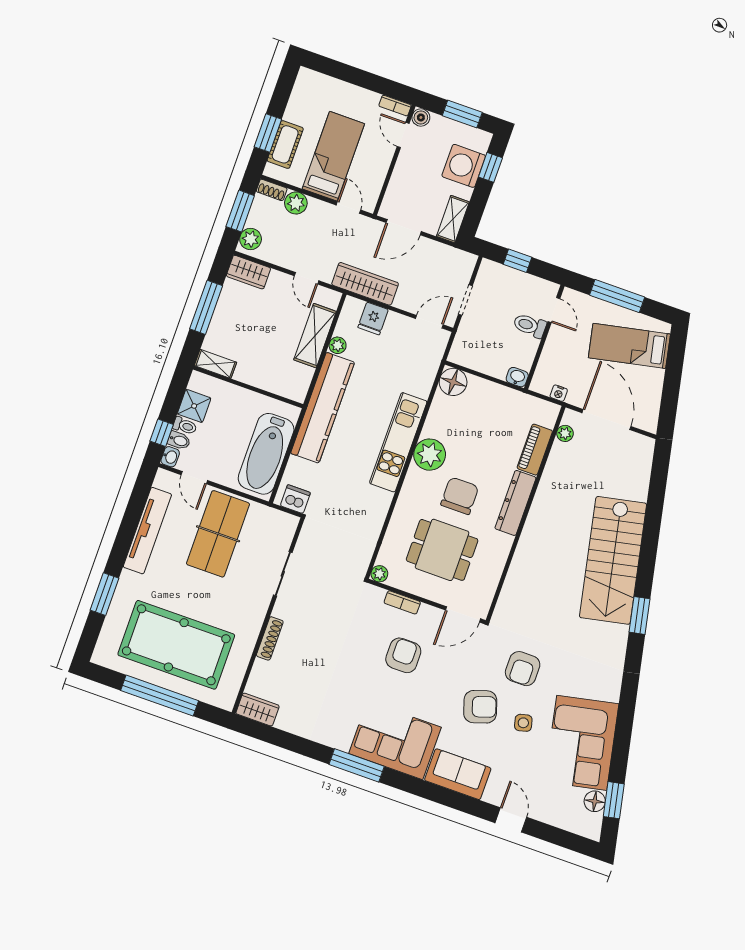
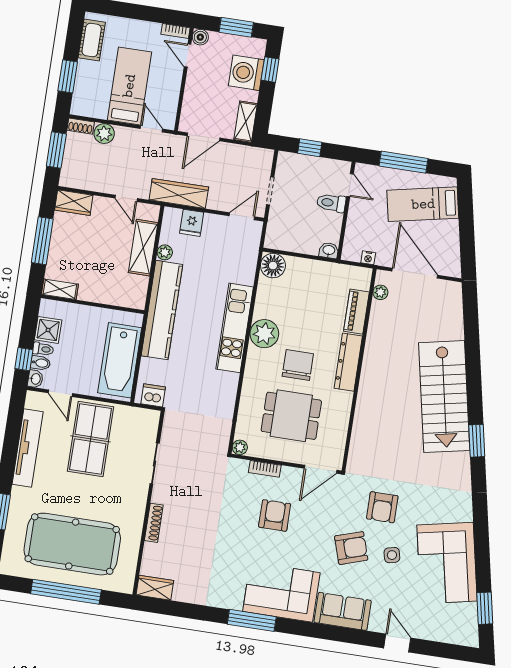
cot: (285, 144) -> (92, 40), moved
plant: (251, 239) -> (70, 173), removed
floor lamp: (595, 801) -> (468, 612), removed

